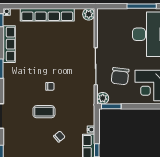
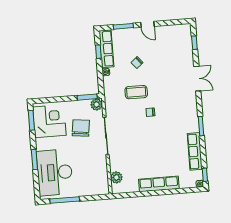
plant: (89, 14) -> (116, 177), moved
row of seats: (47, 15) -> (159, 184), width x0.73
coffee table: (44, 112) -> (136, 92), moved

